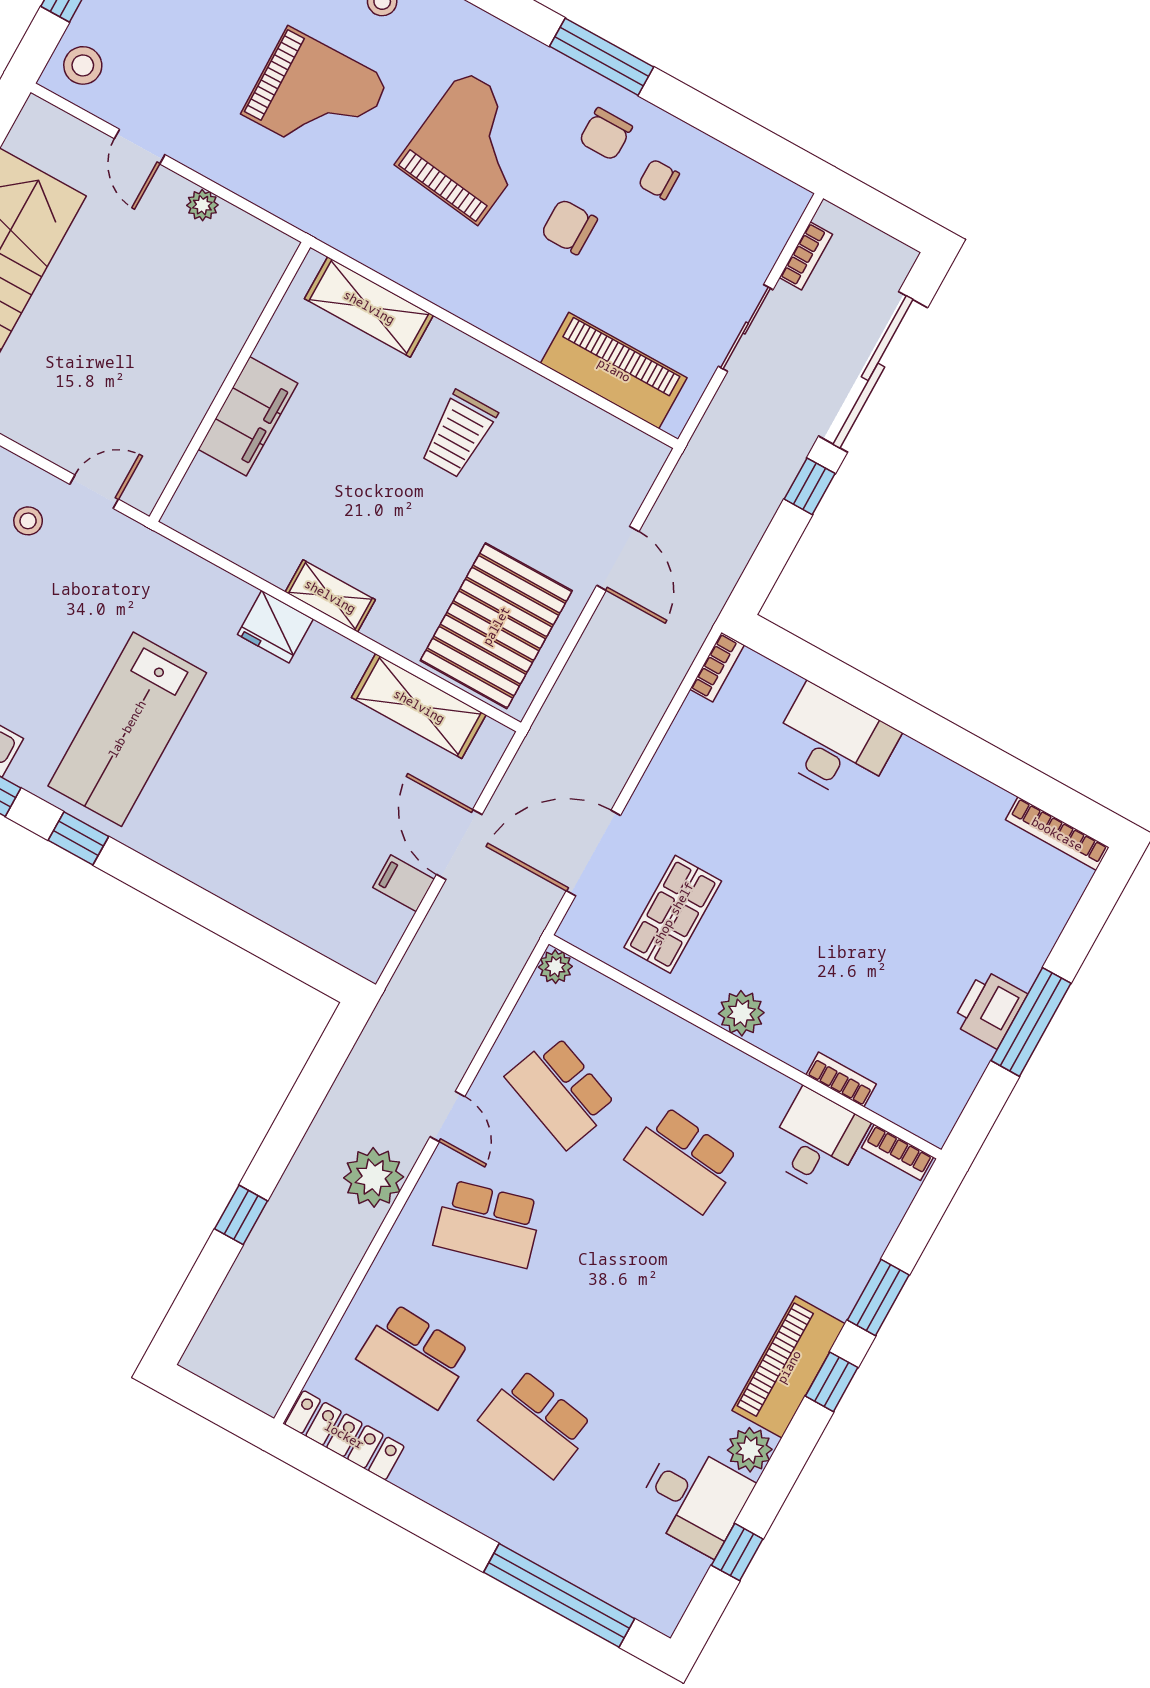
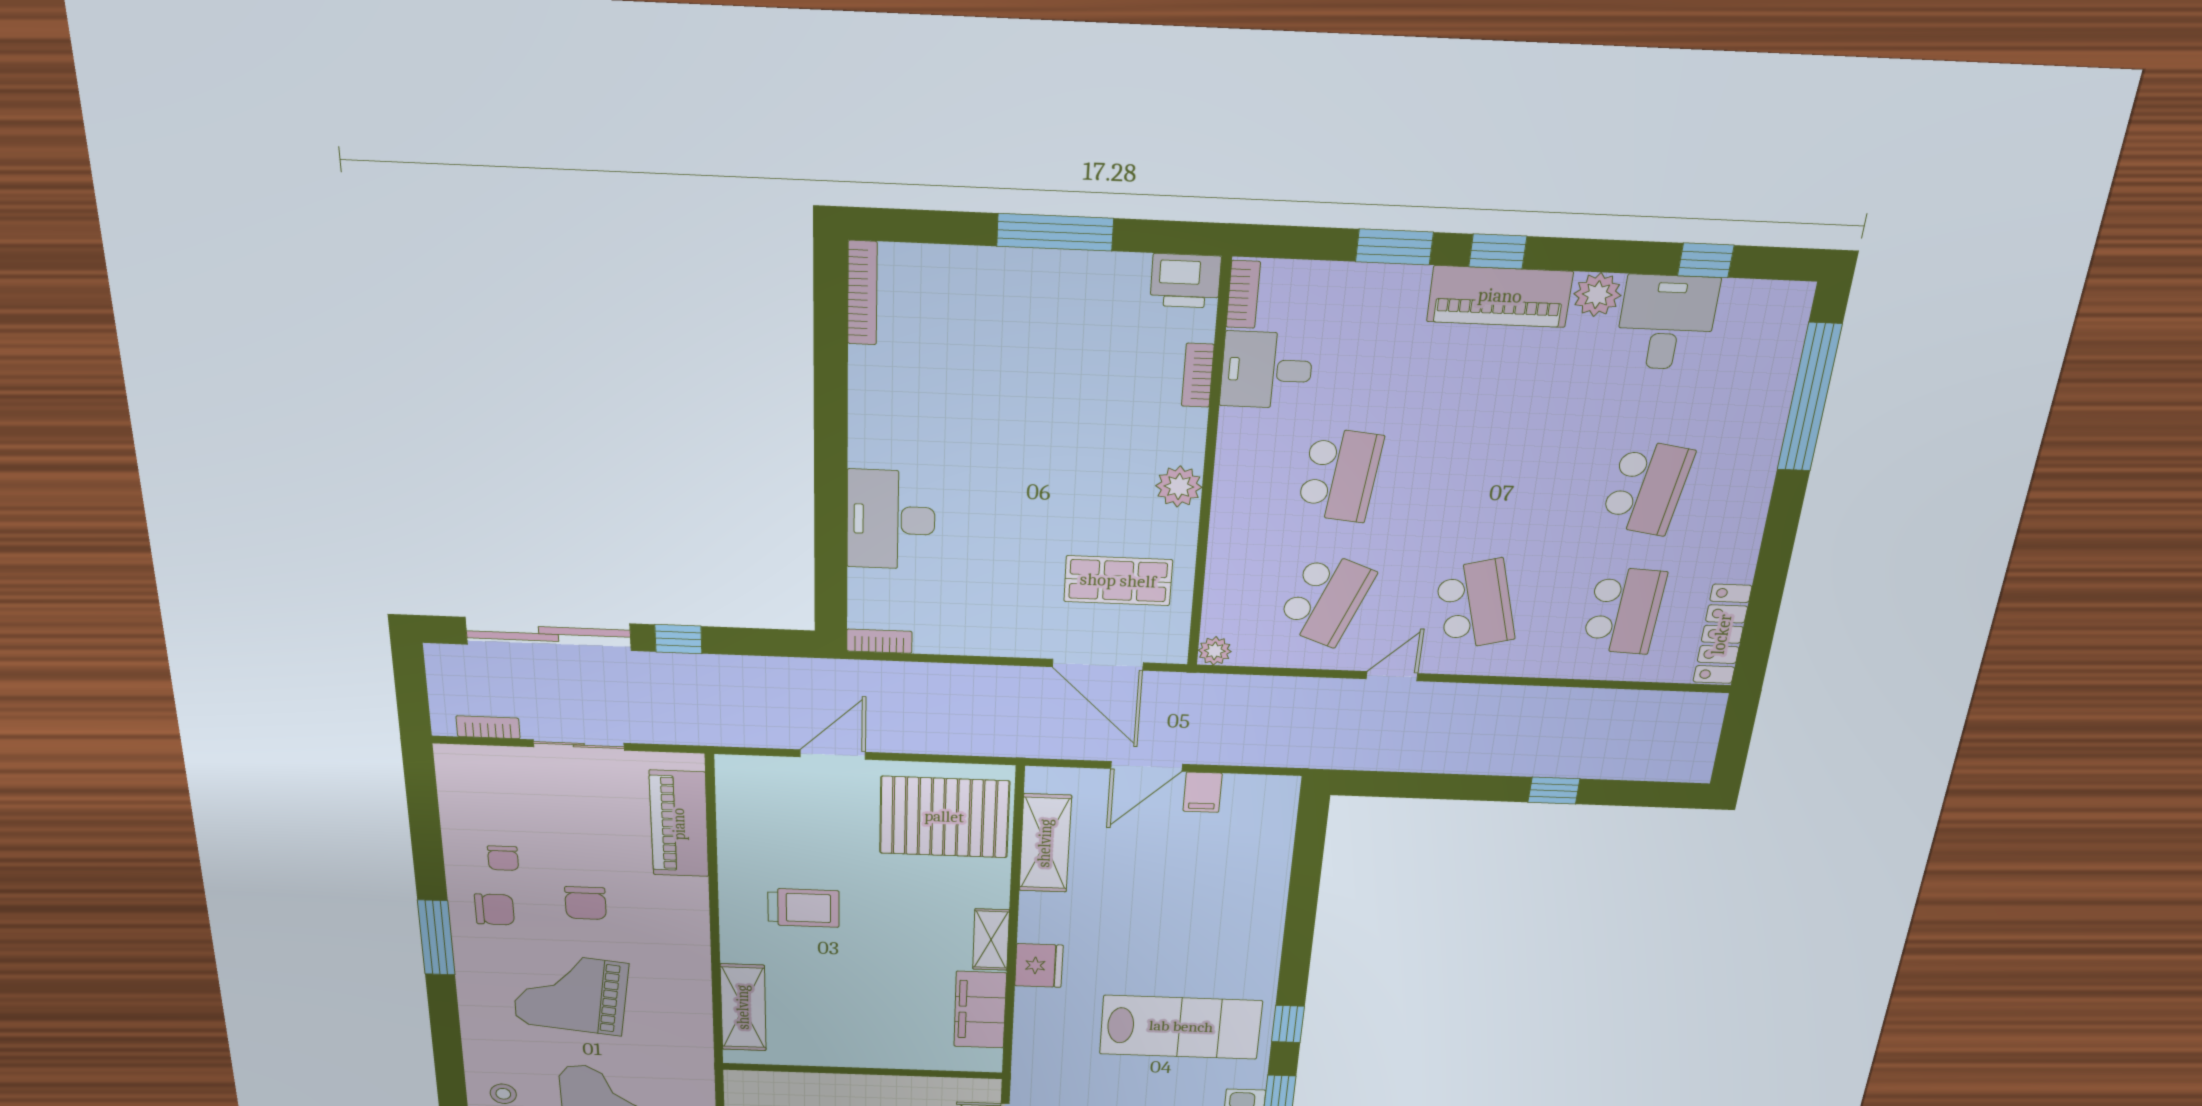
filing cabinet: (248, 416) -> (980, 1010), moved, turned -90
printer: (990, 1009) -> (1185, 281), moved
plant: (374, 1177) -> (1474, 708), removed

